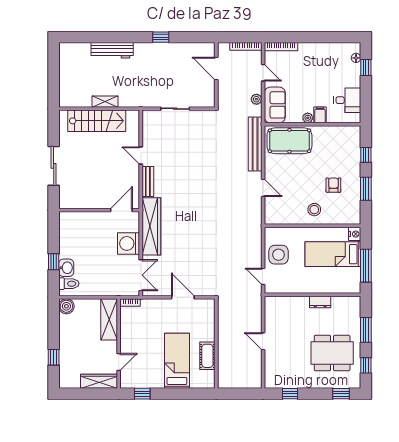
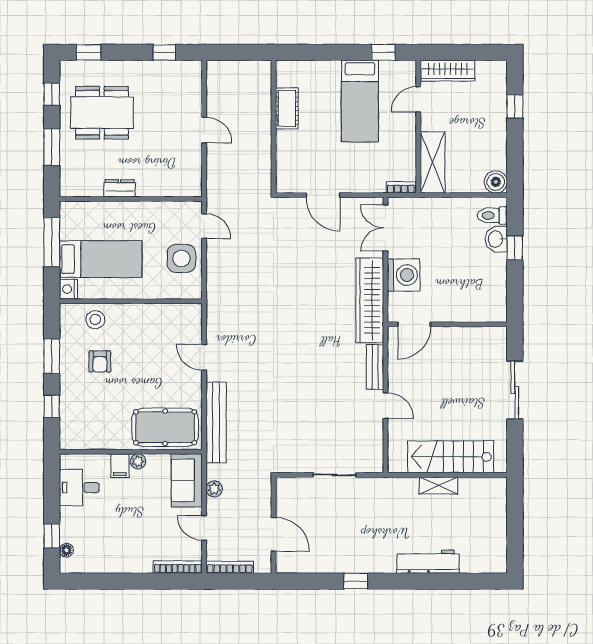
stool: (314, 210) -> (95, 320), moved
bed: (177, 361) -> (360, 101), moved

